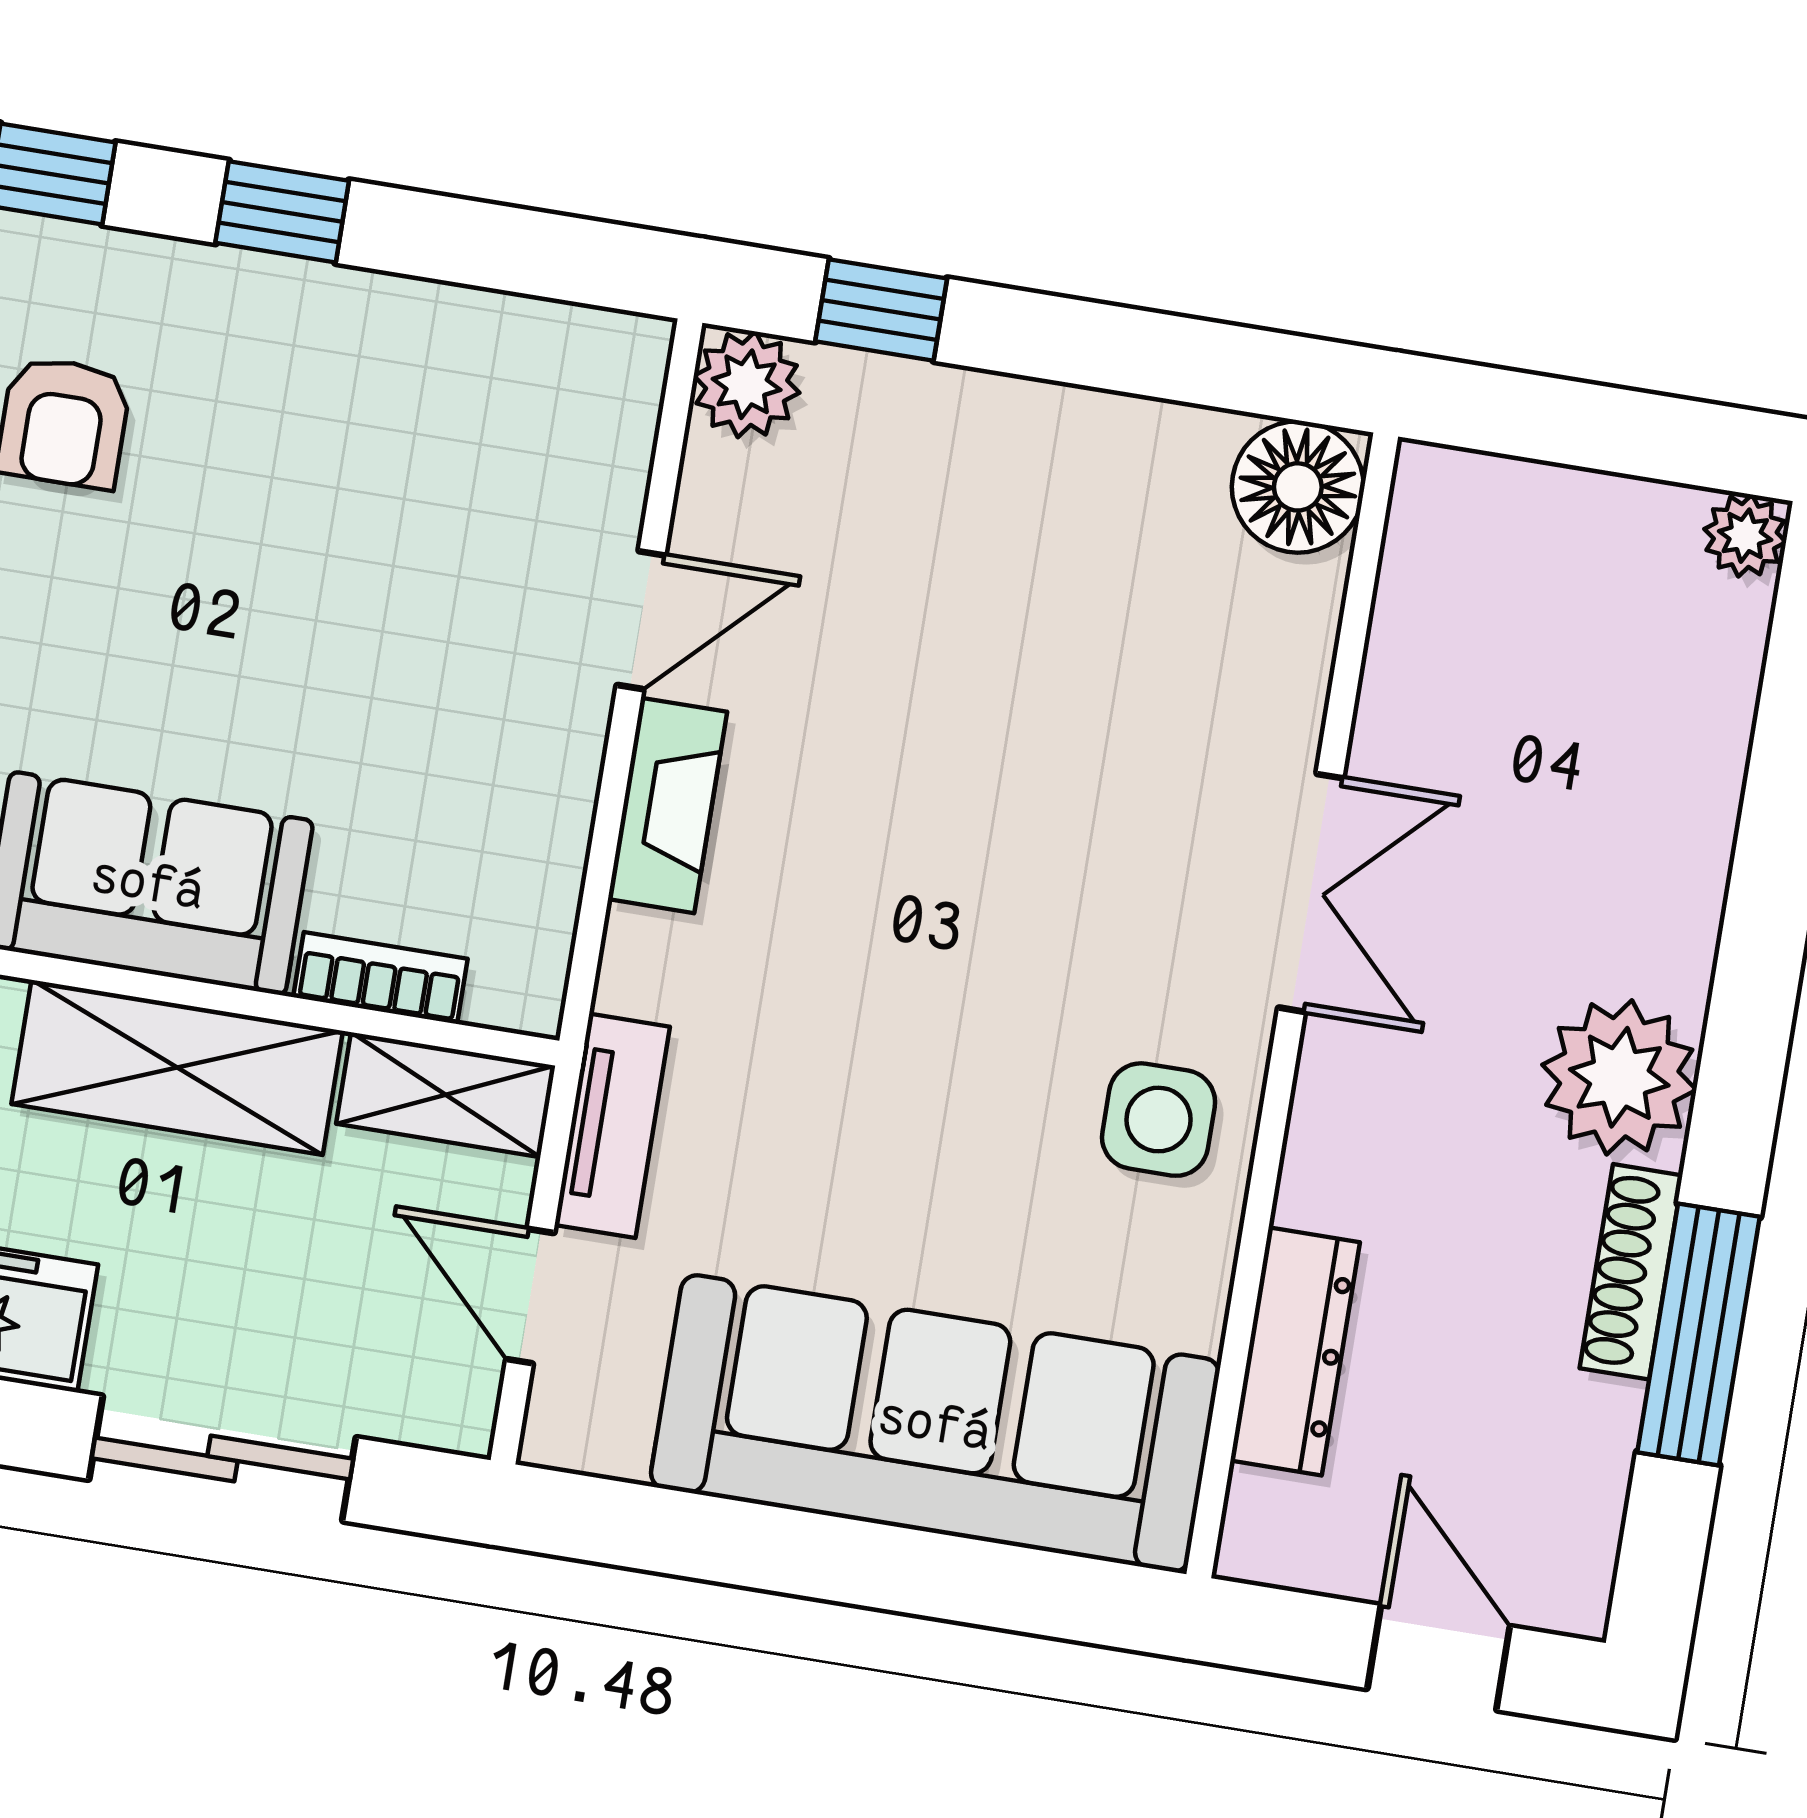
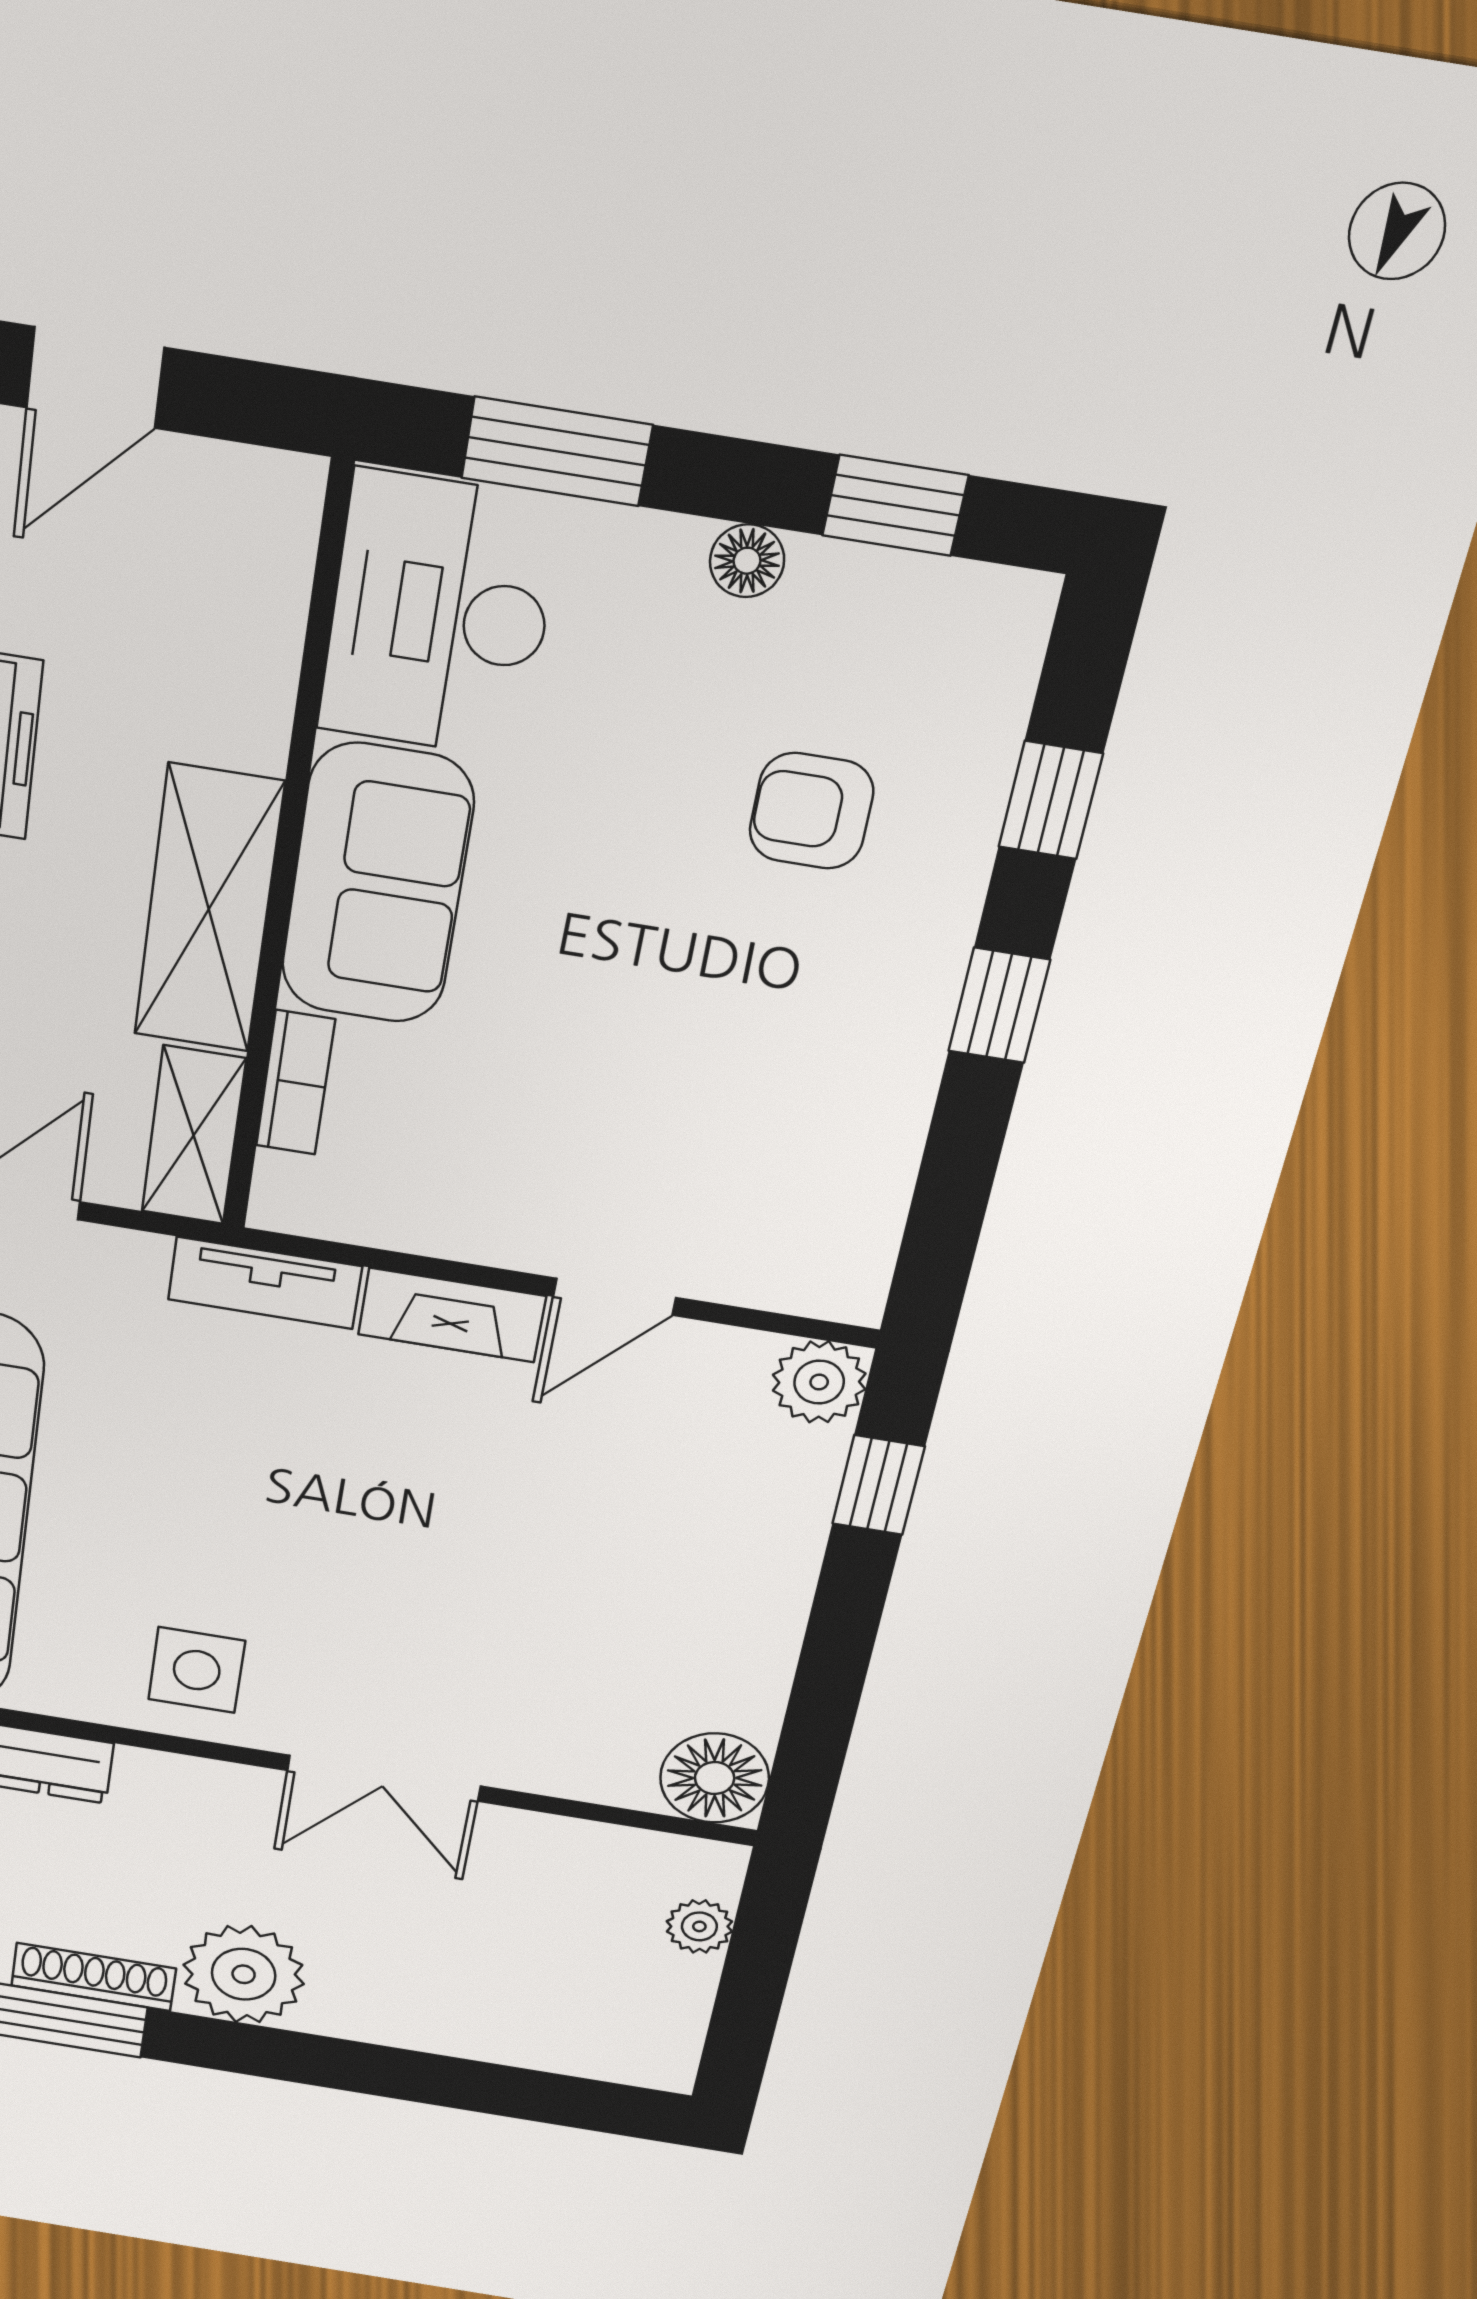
plant: (1745, 536) -> (699, 1926), moved
door: (641, 620) -> (614, 1297), hinge flipped
tv unit: (612, 1126) -> (265, 1283), moved

